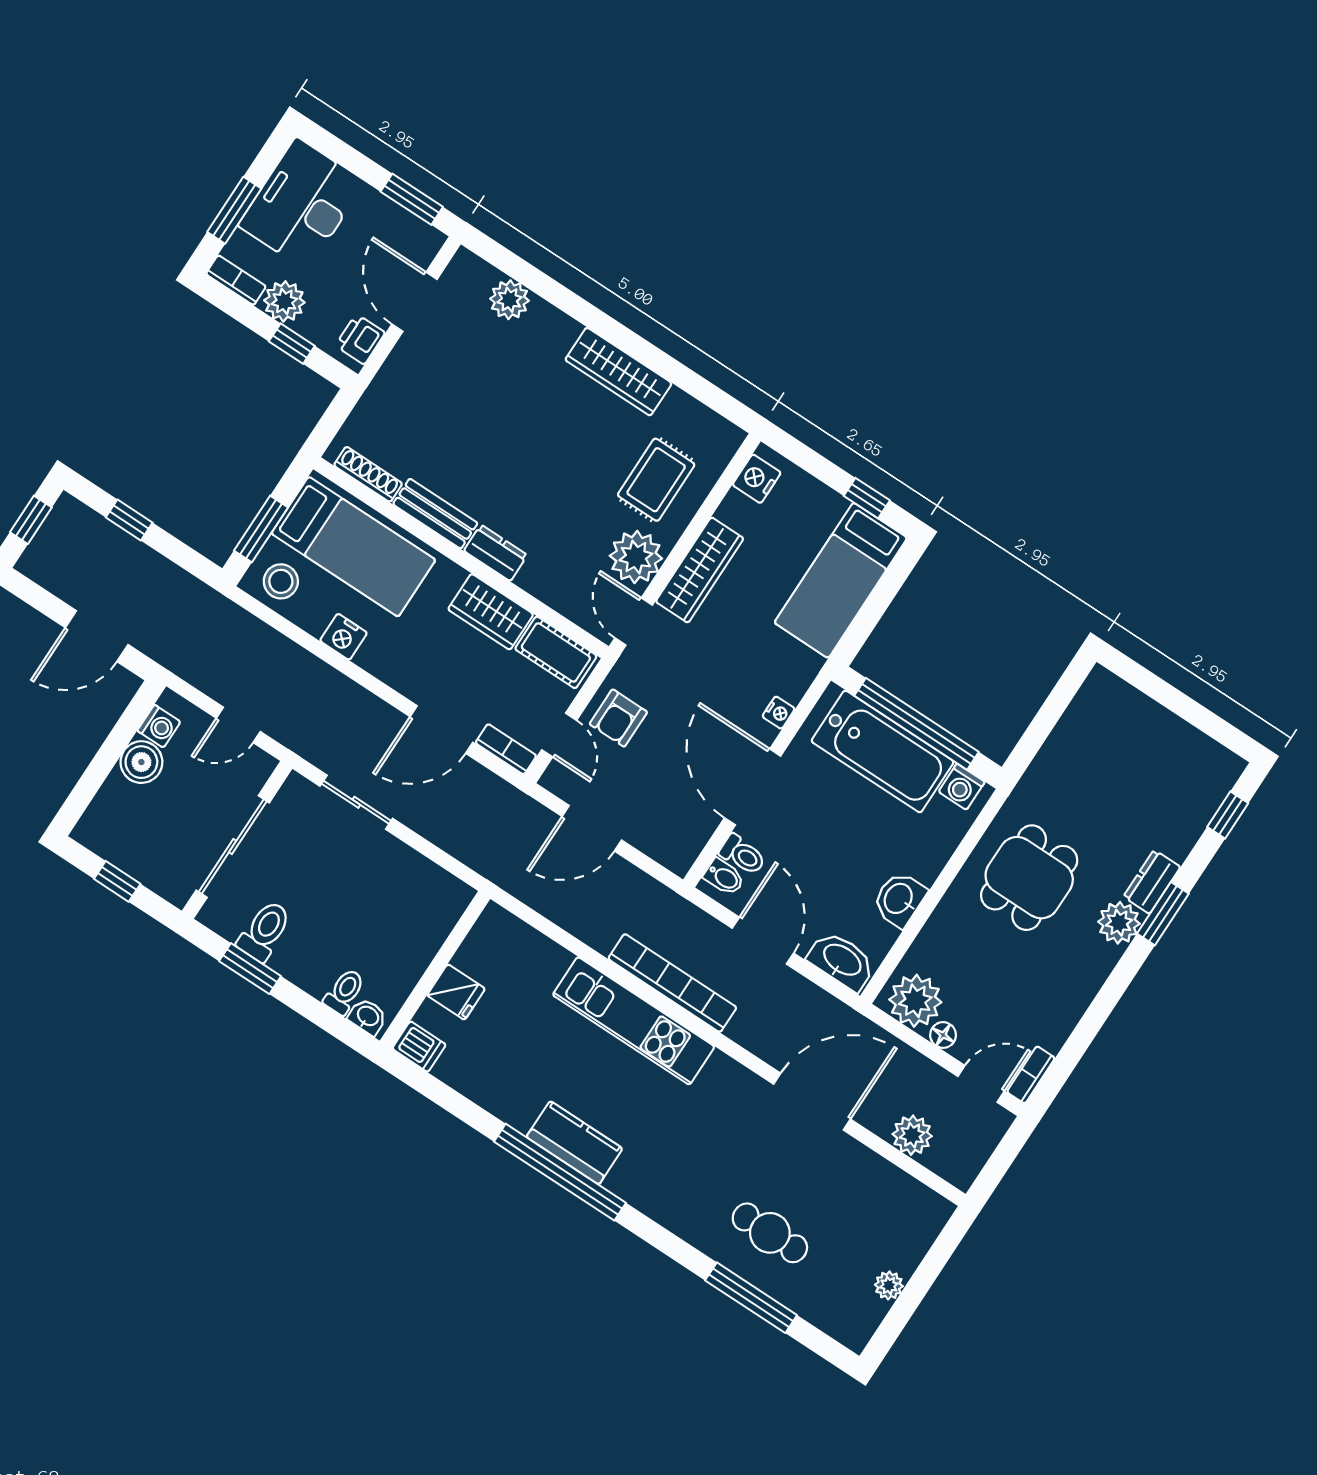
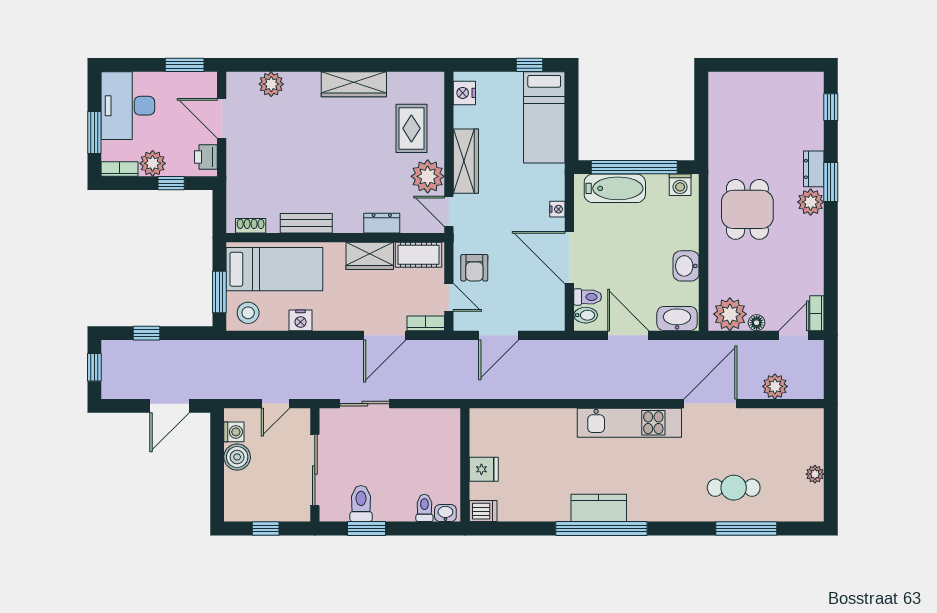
shoe rack: (368, 474) -> (251, 226), width x0.70
dresser: (496, 553) -> (382, 223), moved
bathtub: (883, 751) -> (615, 188), width x0.73, depth x0.73
bookcase: (672, 983) -> (595, 389), removed
kitchen unit: (634, 1021) -> (629, 423), moved

